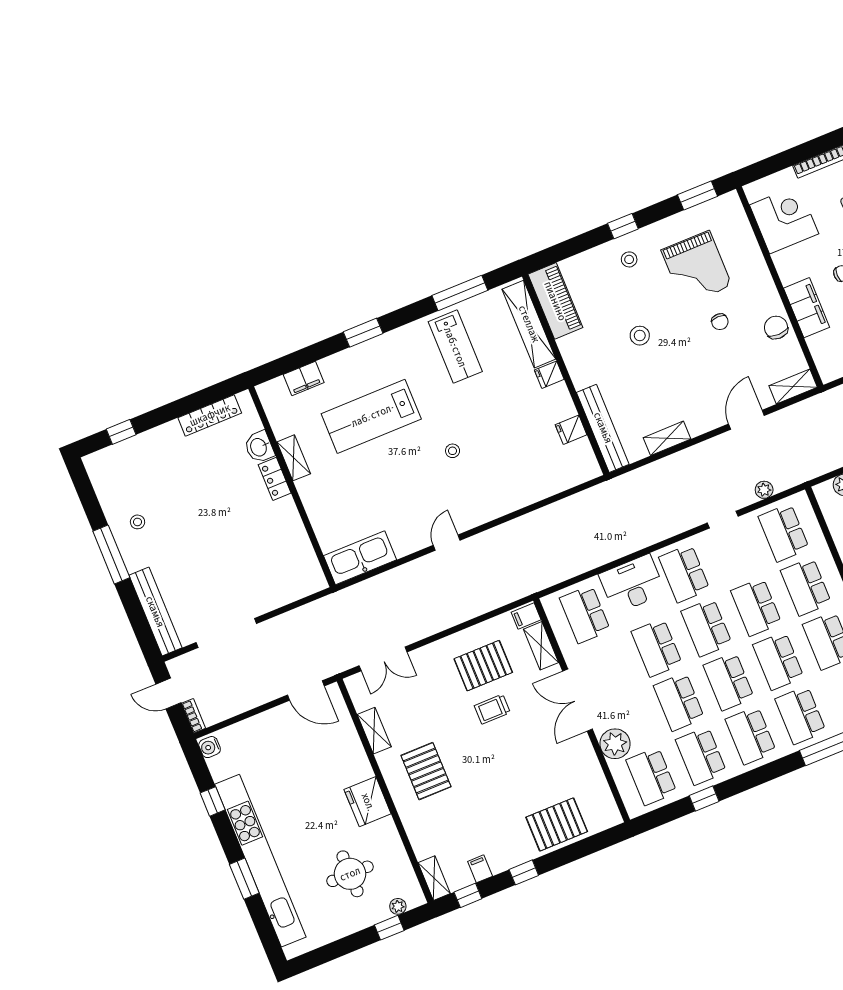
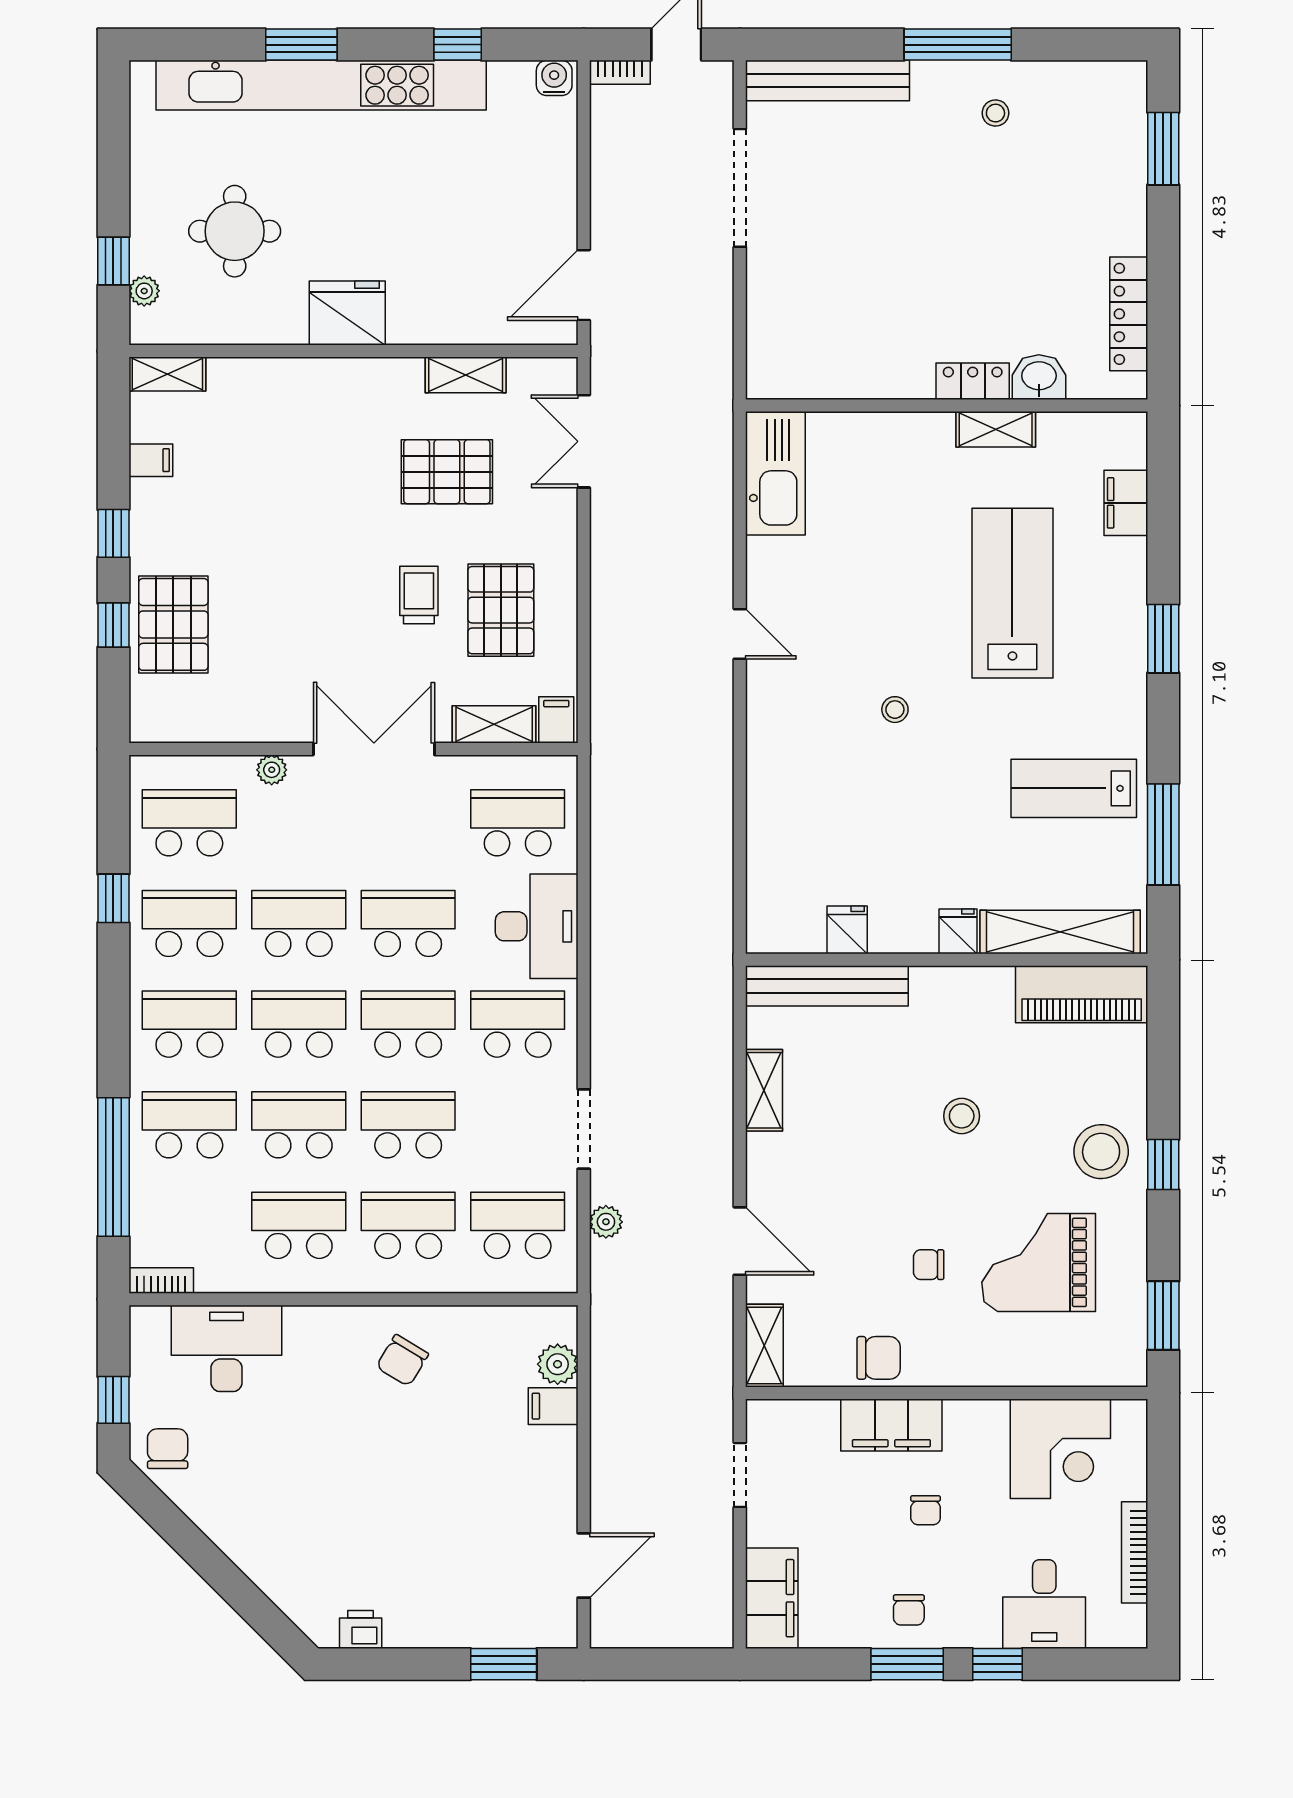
stool: (629, 259) -> (1101, 1152), width x1.89, depth x1.89
window: (121, 432) -> (1163, 149), width x1.50
doorway: (723, 520) -> (584, 1129), width x1.38
plant: (615, 744) -> (272, 770), width x0.53, depth x0.53
pallet: (426, 771) -> (447, 472), moved
window: (468, 895) -> (113, 625), moved

